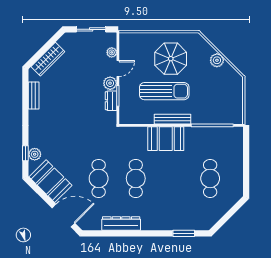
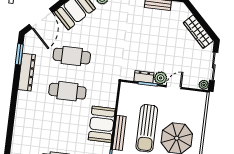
plant: (112, 52) -> (204, 85), moved
wardrobe: (48, 59) -> (198, 32), moved
door: (118, 69) -> (174, 87), swing flipped
window: (184, 233) -> (19, 54), moved

